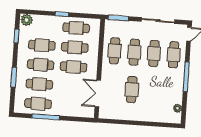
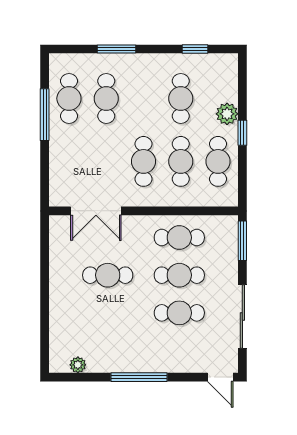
plant: (27, 20) -> (227, 114), moved
cafe table: (174, 55) -> (179, 351), removed
cafe table: (41, 65) -> (143, 98), removed
double door: (98, 93) -> (96, 211), swing flipped

